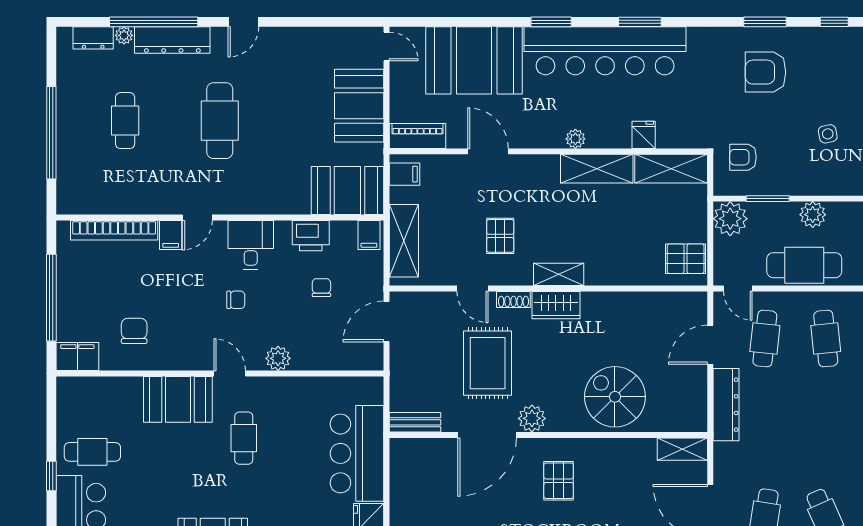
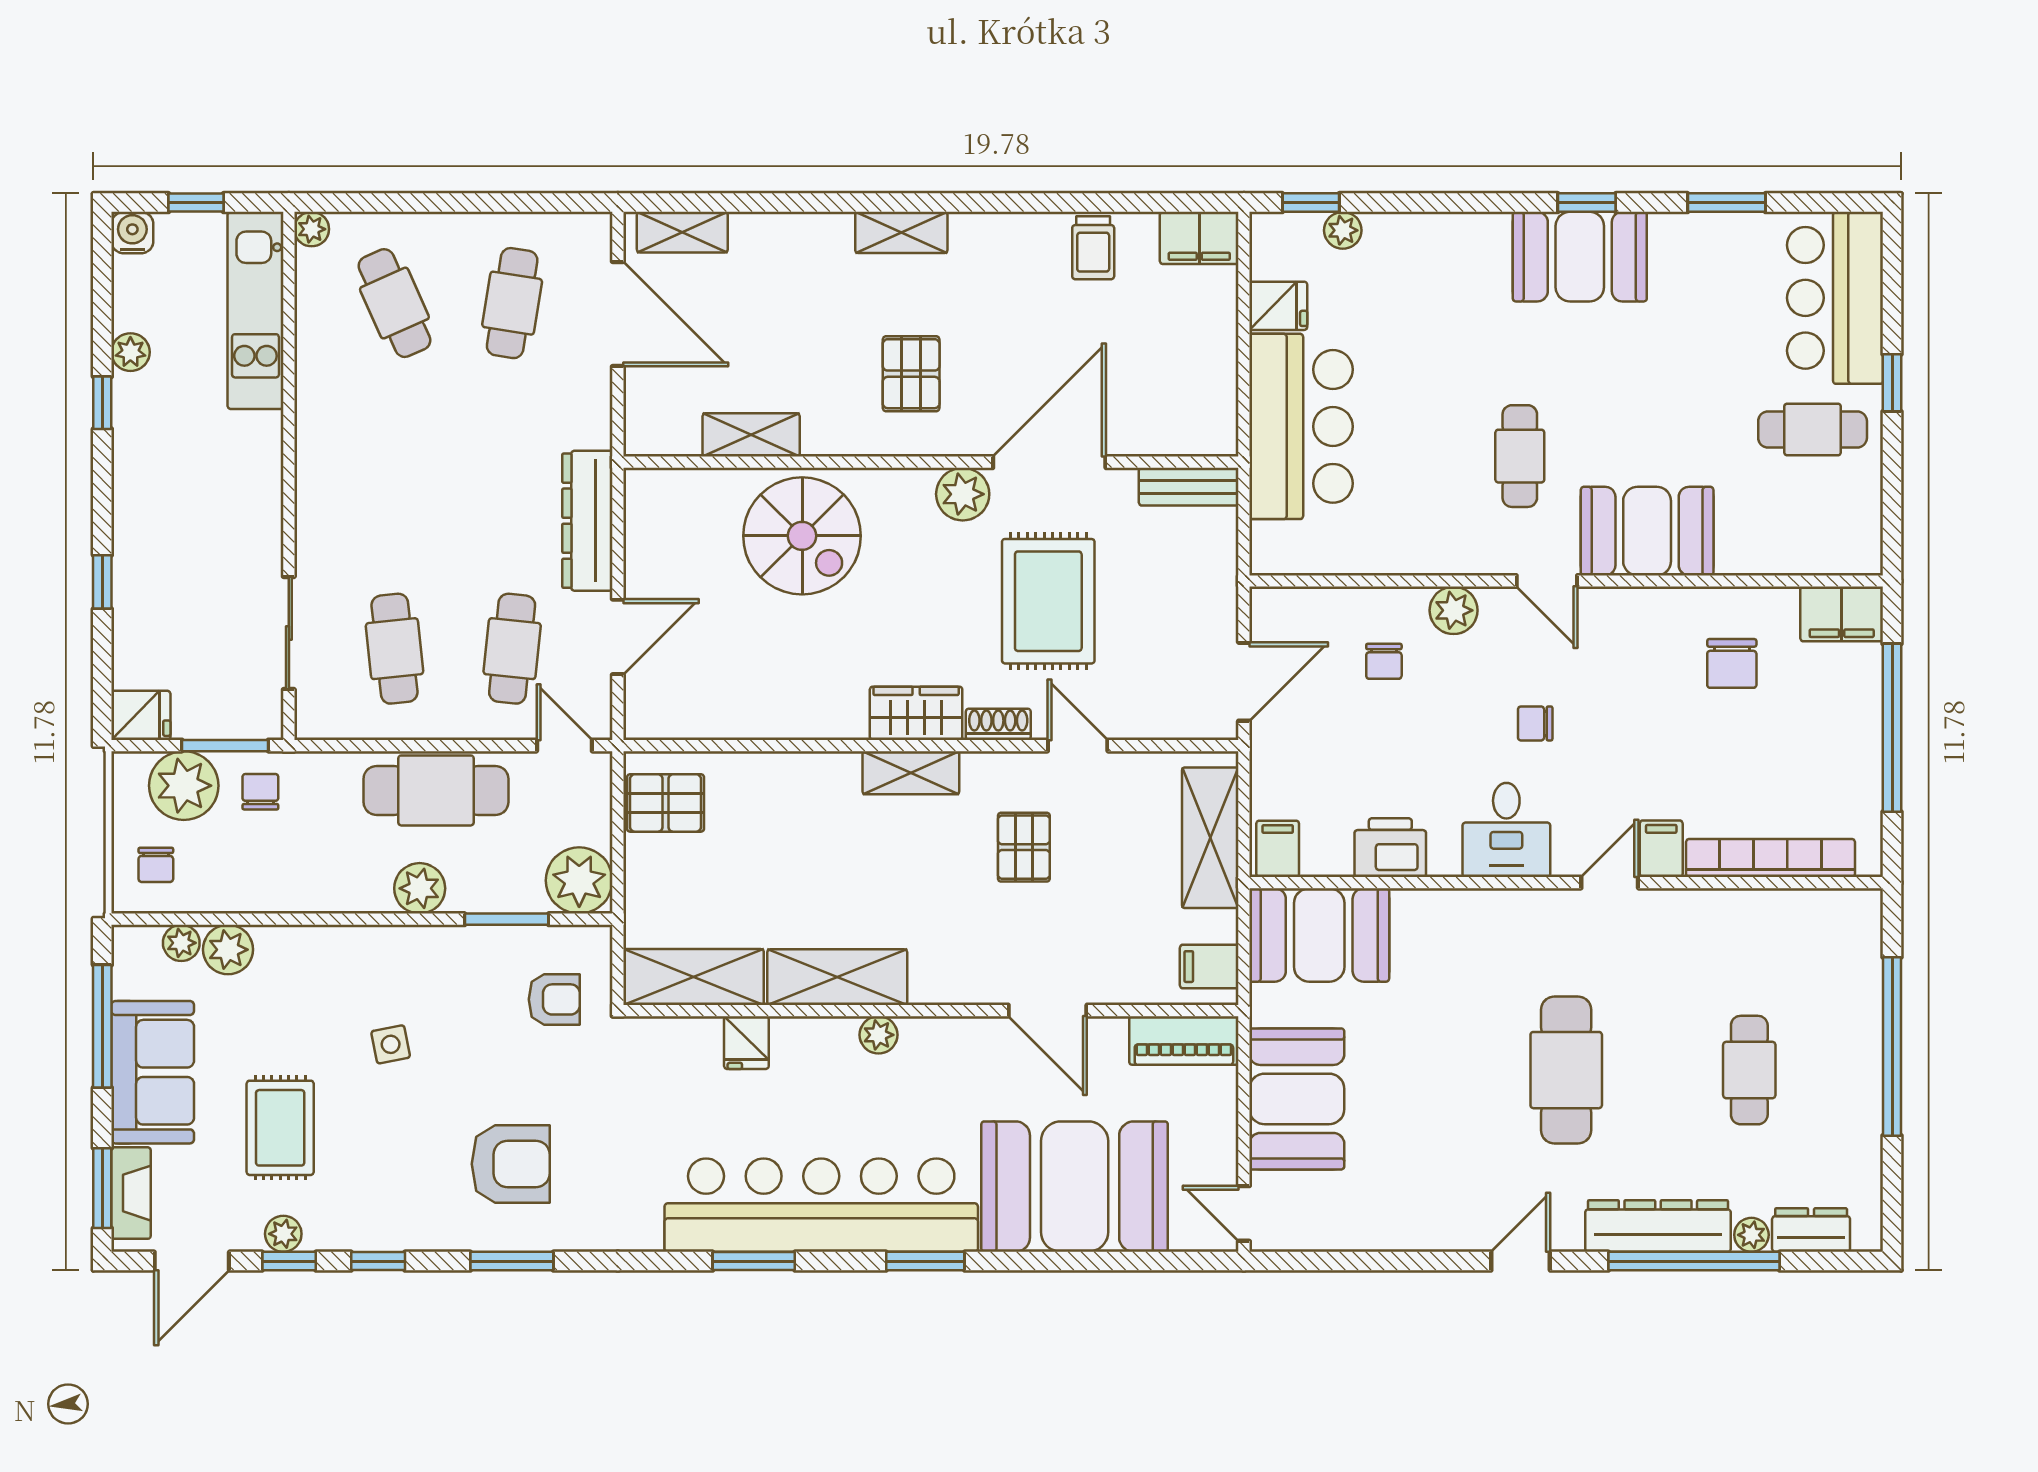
chair: (321, 288) -> (1384, 661), moved
shelving: (682, 449) -> (751, 435), moved

